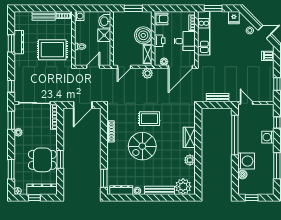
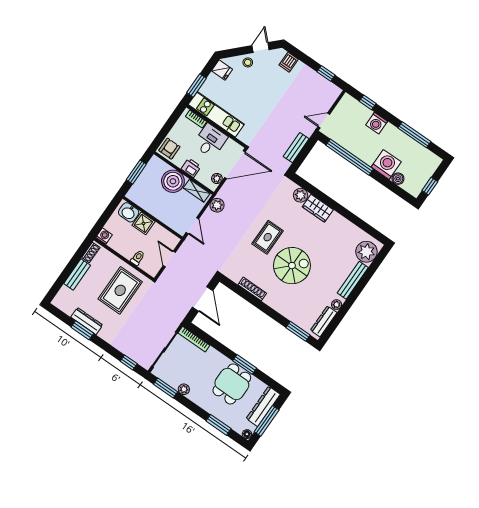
door: (180, 67) -> (235, 165), hinge flipped
spiral stairs: (142, 146) -> (292, 266), turned -90
plant: (190, 160) -> (301, 195), moved
window: (34, 198) -> (267, 421), width x2.17

